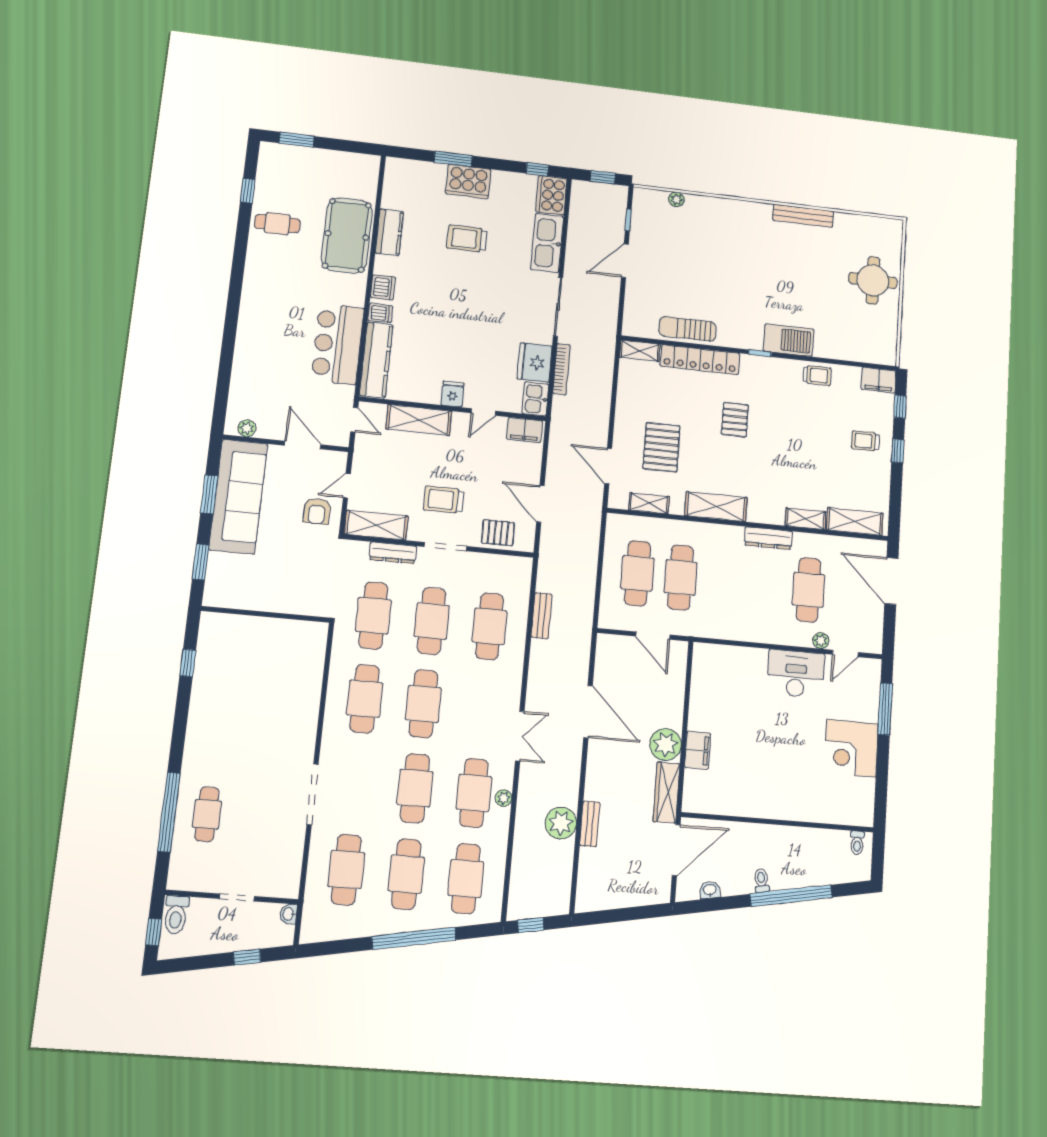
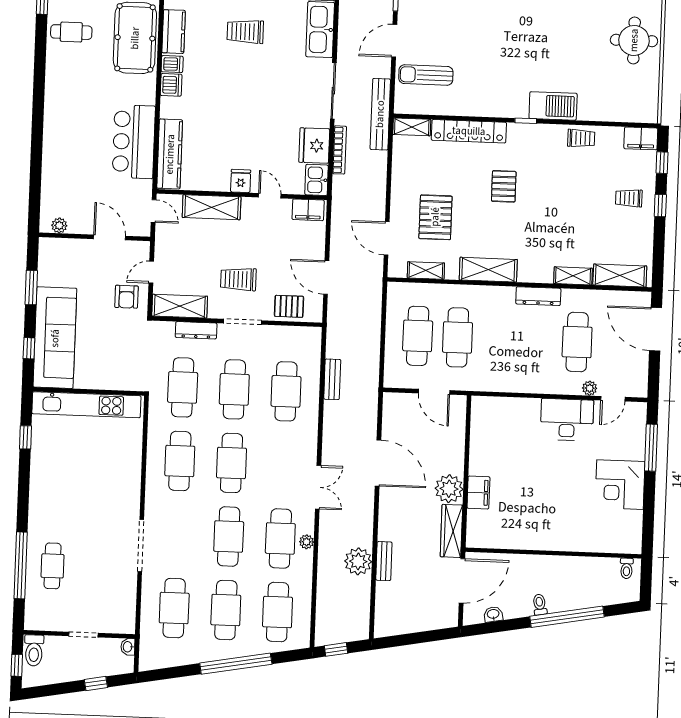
dishwasher: (380, 313) -> (172, 64), moved
sun lounger: (688, 329) -> (426, 75), moved
bench: (607, 335) -> (380, 114), added
door: (483, 412) -> (270, 196), swing flipped
sofa: (238, 497) -> (55, 338), moved
window: (201, 562) -> (29, 348), width x0.67
kitchen unit: (262, 629) -> (86, 405), added

